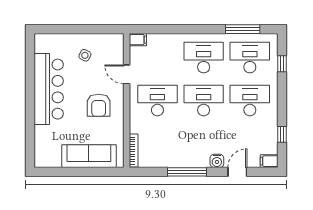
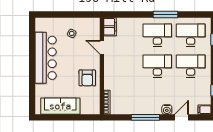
window: (243, 29) -> (166, 15), moved
filing cabinet: (138, 40) -> (110, 27), width x2.00
desk: (157, 100) -> (124, 66), removed
armchair: (99, 105) -> (87, 78), moved
sofa: (89, 156) -> (60, 106), moved

